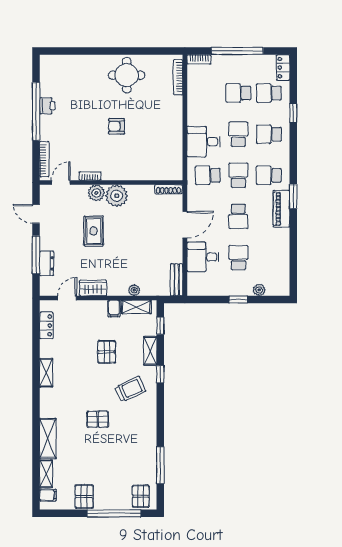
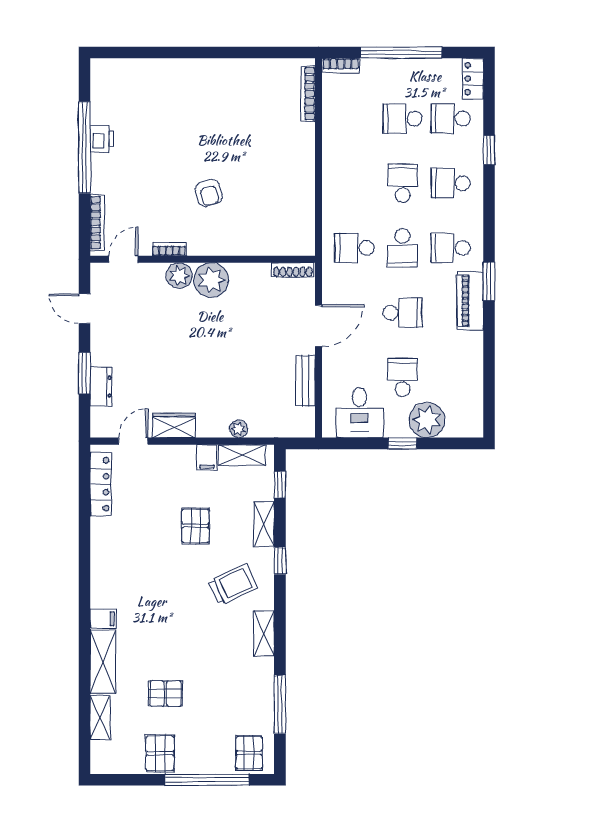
round table: (127, 75) -> (227, 90), removed
armchair: (116, 126) -> (209, 193), moved, turned -106
desk: (204, 142) -> (348, 195), removed
school desk: (238, 175) -> (403, 248), turned 180
school desk: (238, 216) -> (403, 313), turned -90
rug: (94, 231) -> (175, 336), removed
window: (36, 255) -> (84, 373), width x0.69
desk: (203, 257) -> (359, 413), moved, turned -90
bench: (177, 280) -> (305, 381), moved
plant: (259, 290) -> (427, 420), width x1.88, depth x1.88
locker: (46, 325) -> (101, 484), width x1.53
shelving: (46, 373) -> (264, 634), moved
pallet: (98, 419) -> (165, 694), moved
filing cabinet: (48, 495) -> (103, 619), moved

